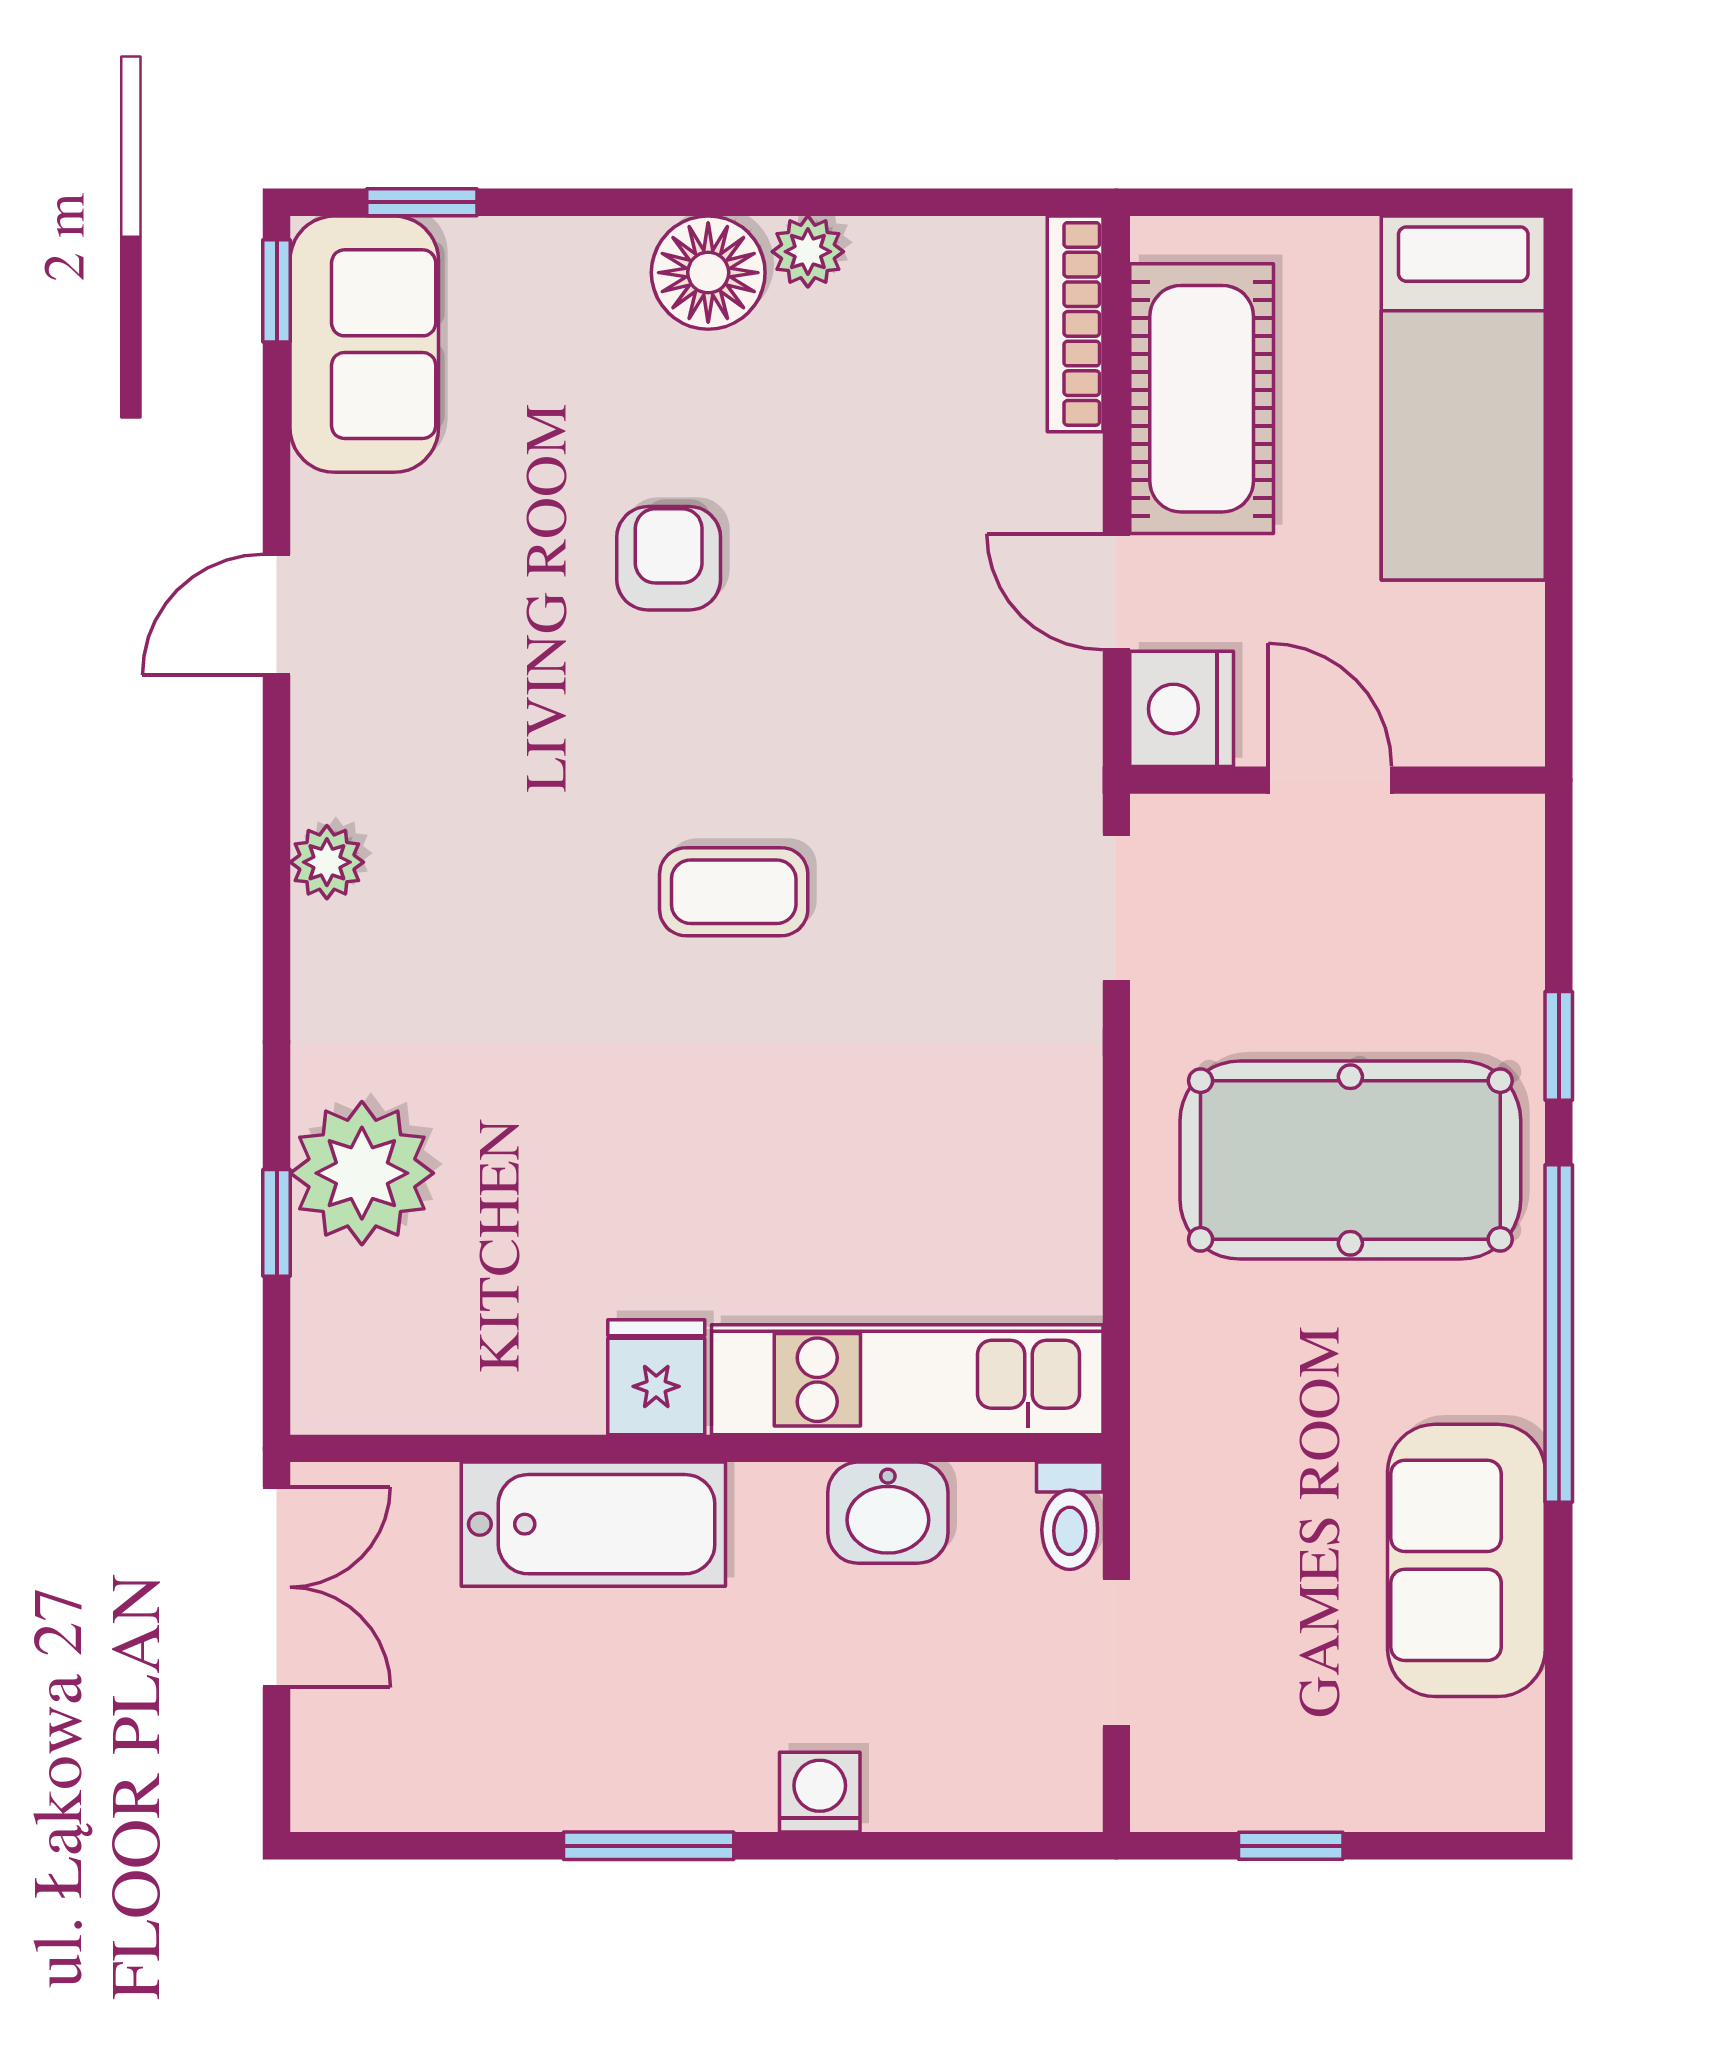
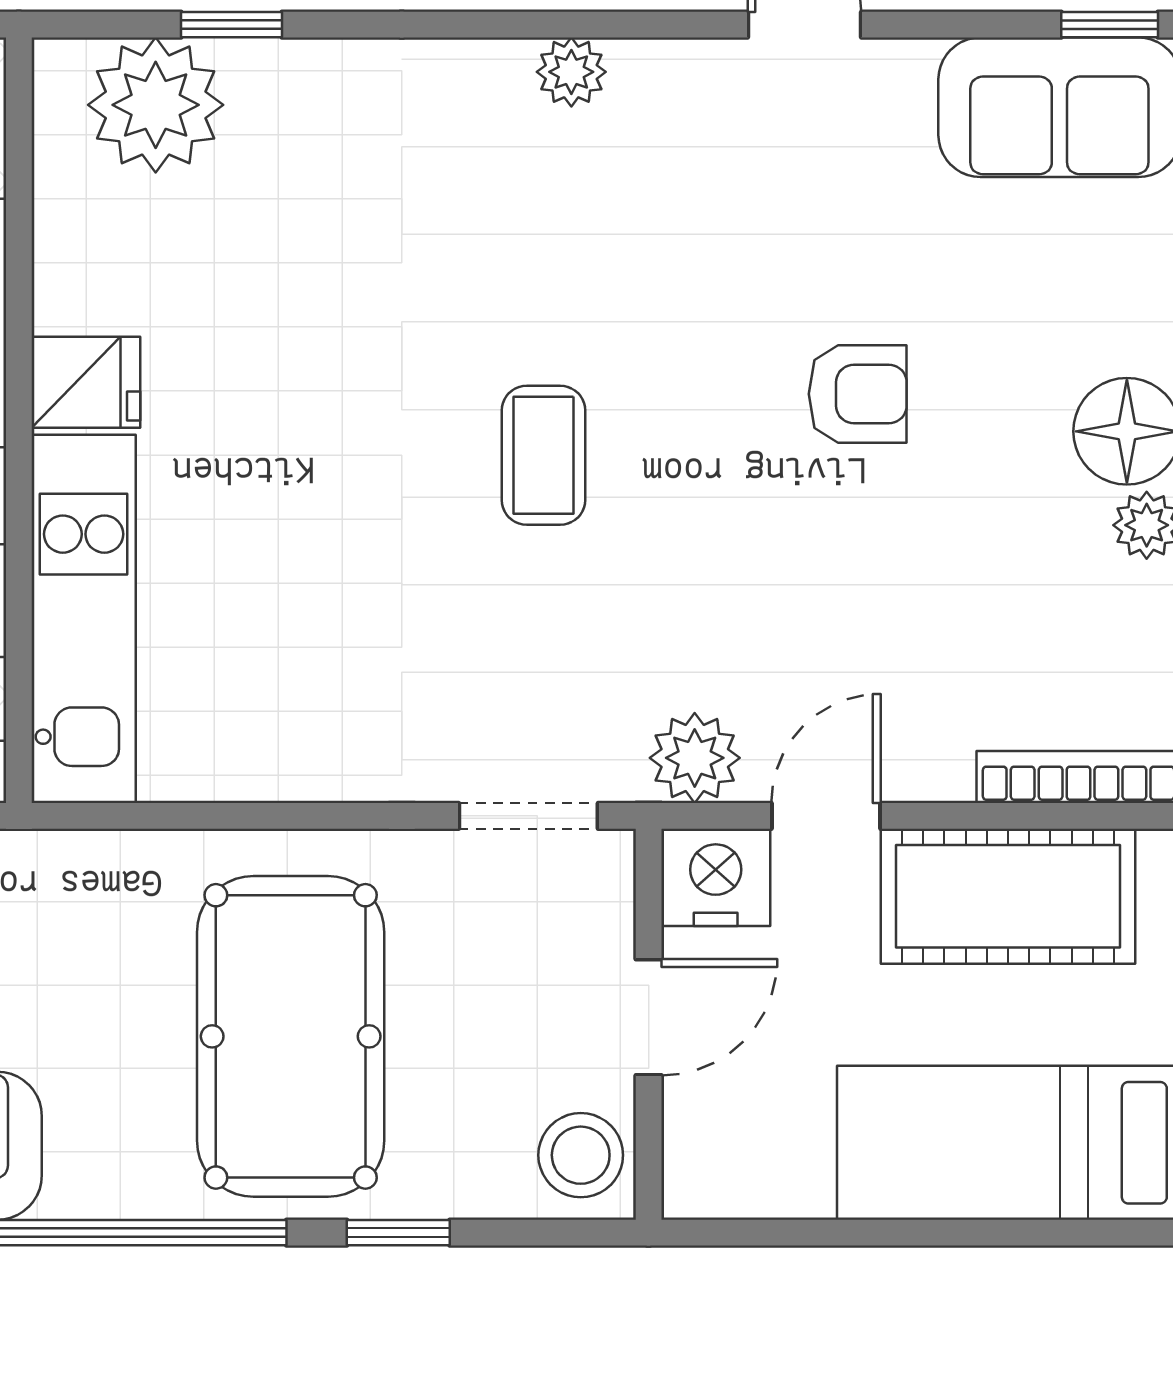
plant: (1055, 731) -> (695, 758), added
stool: (1476, 852) -> (581, 1155), added
plant: (362, 1173) -> (156, 105), moved

